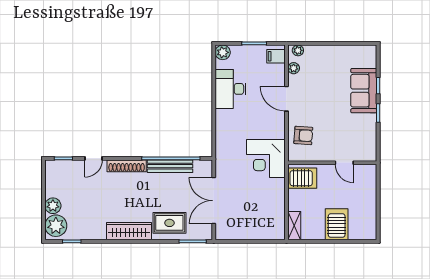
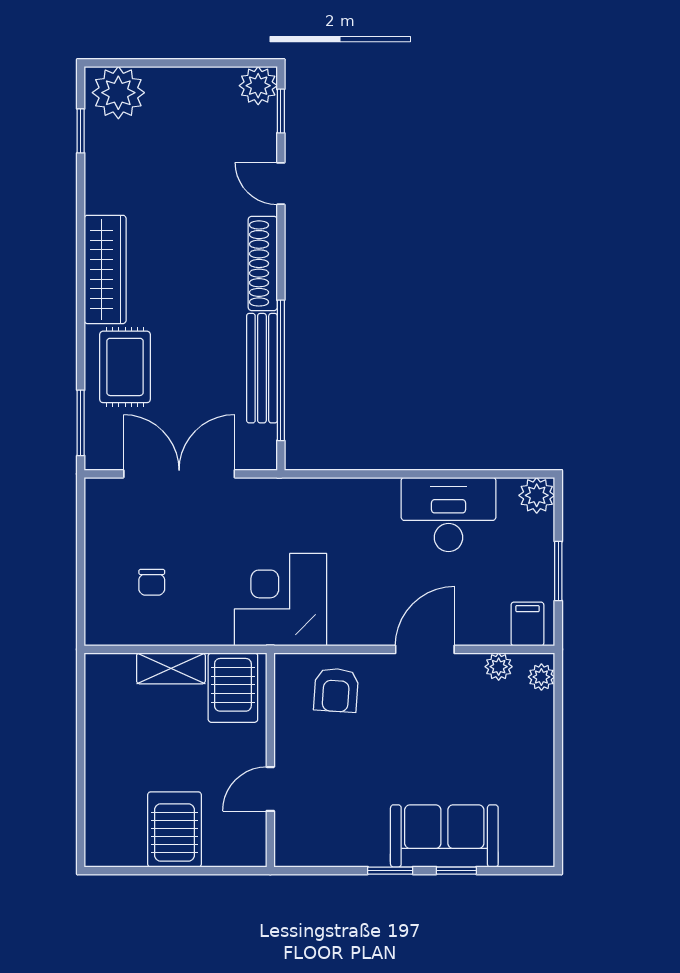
plant: (53, 206) -> (258, 86), moved
chair: (259, 212) -> (152, 582), added
server rack: (337, 224) -> (174, 829), moved, turned -90
shelving: (294, 226) -> (171, 668), moved

